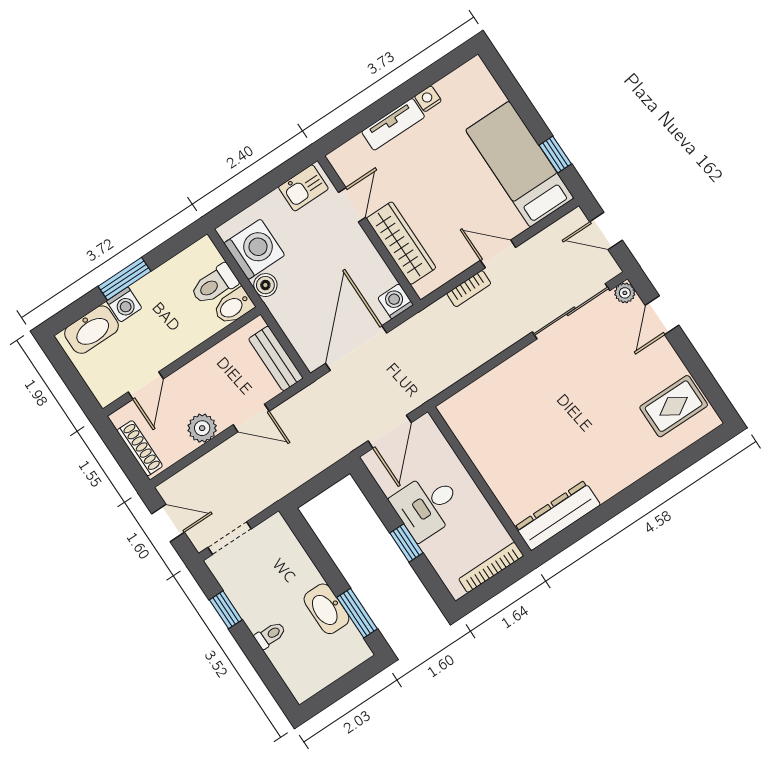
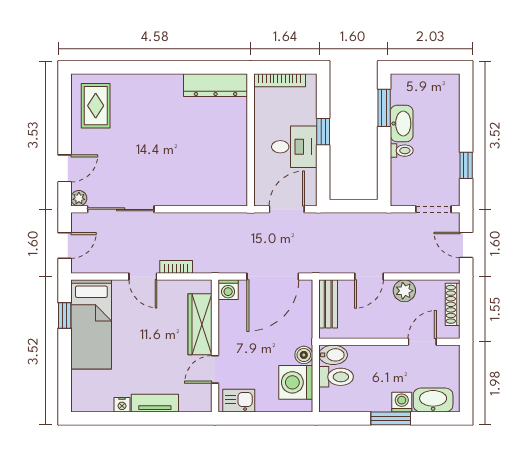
door: (606, 231) -> (65, 246), hinge flipped
rug: (674, 406) -> (96, 106), turned 90
door: (251, 418) -> (369, 277), swing flipped
toilet: (270, 635) -> (402, 151), moved, turned 180

